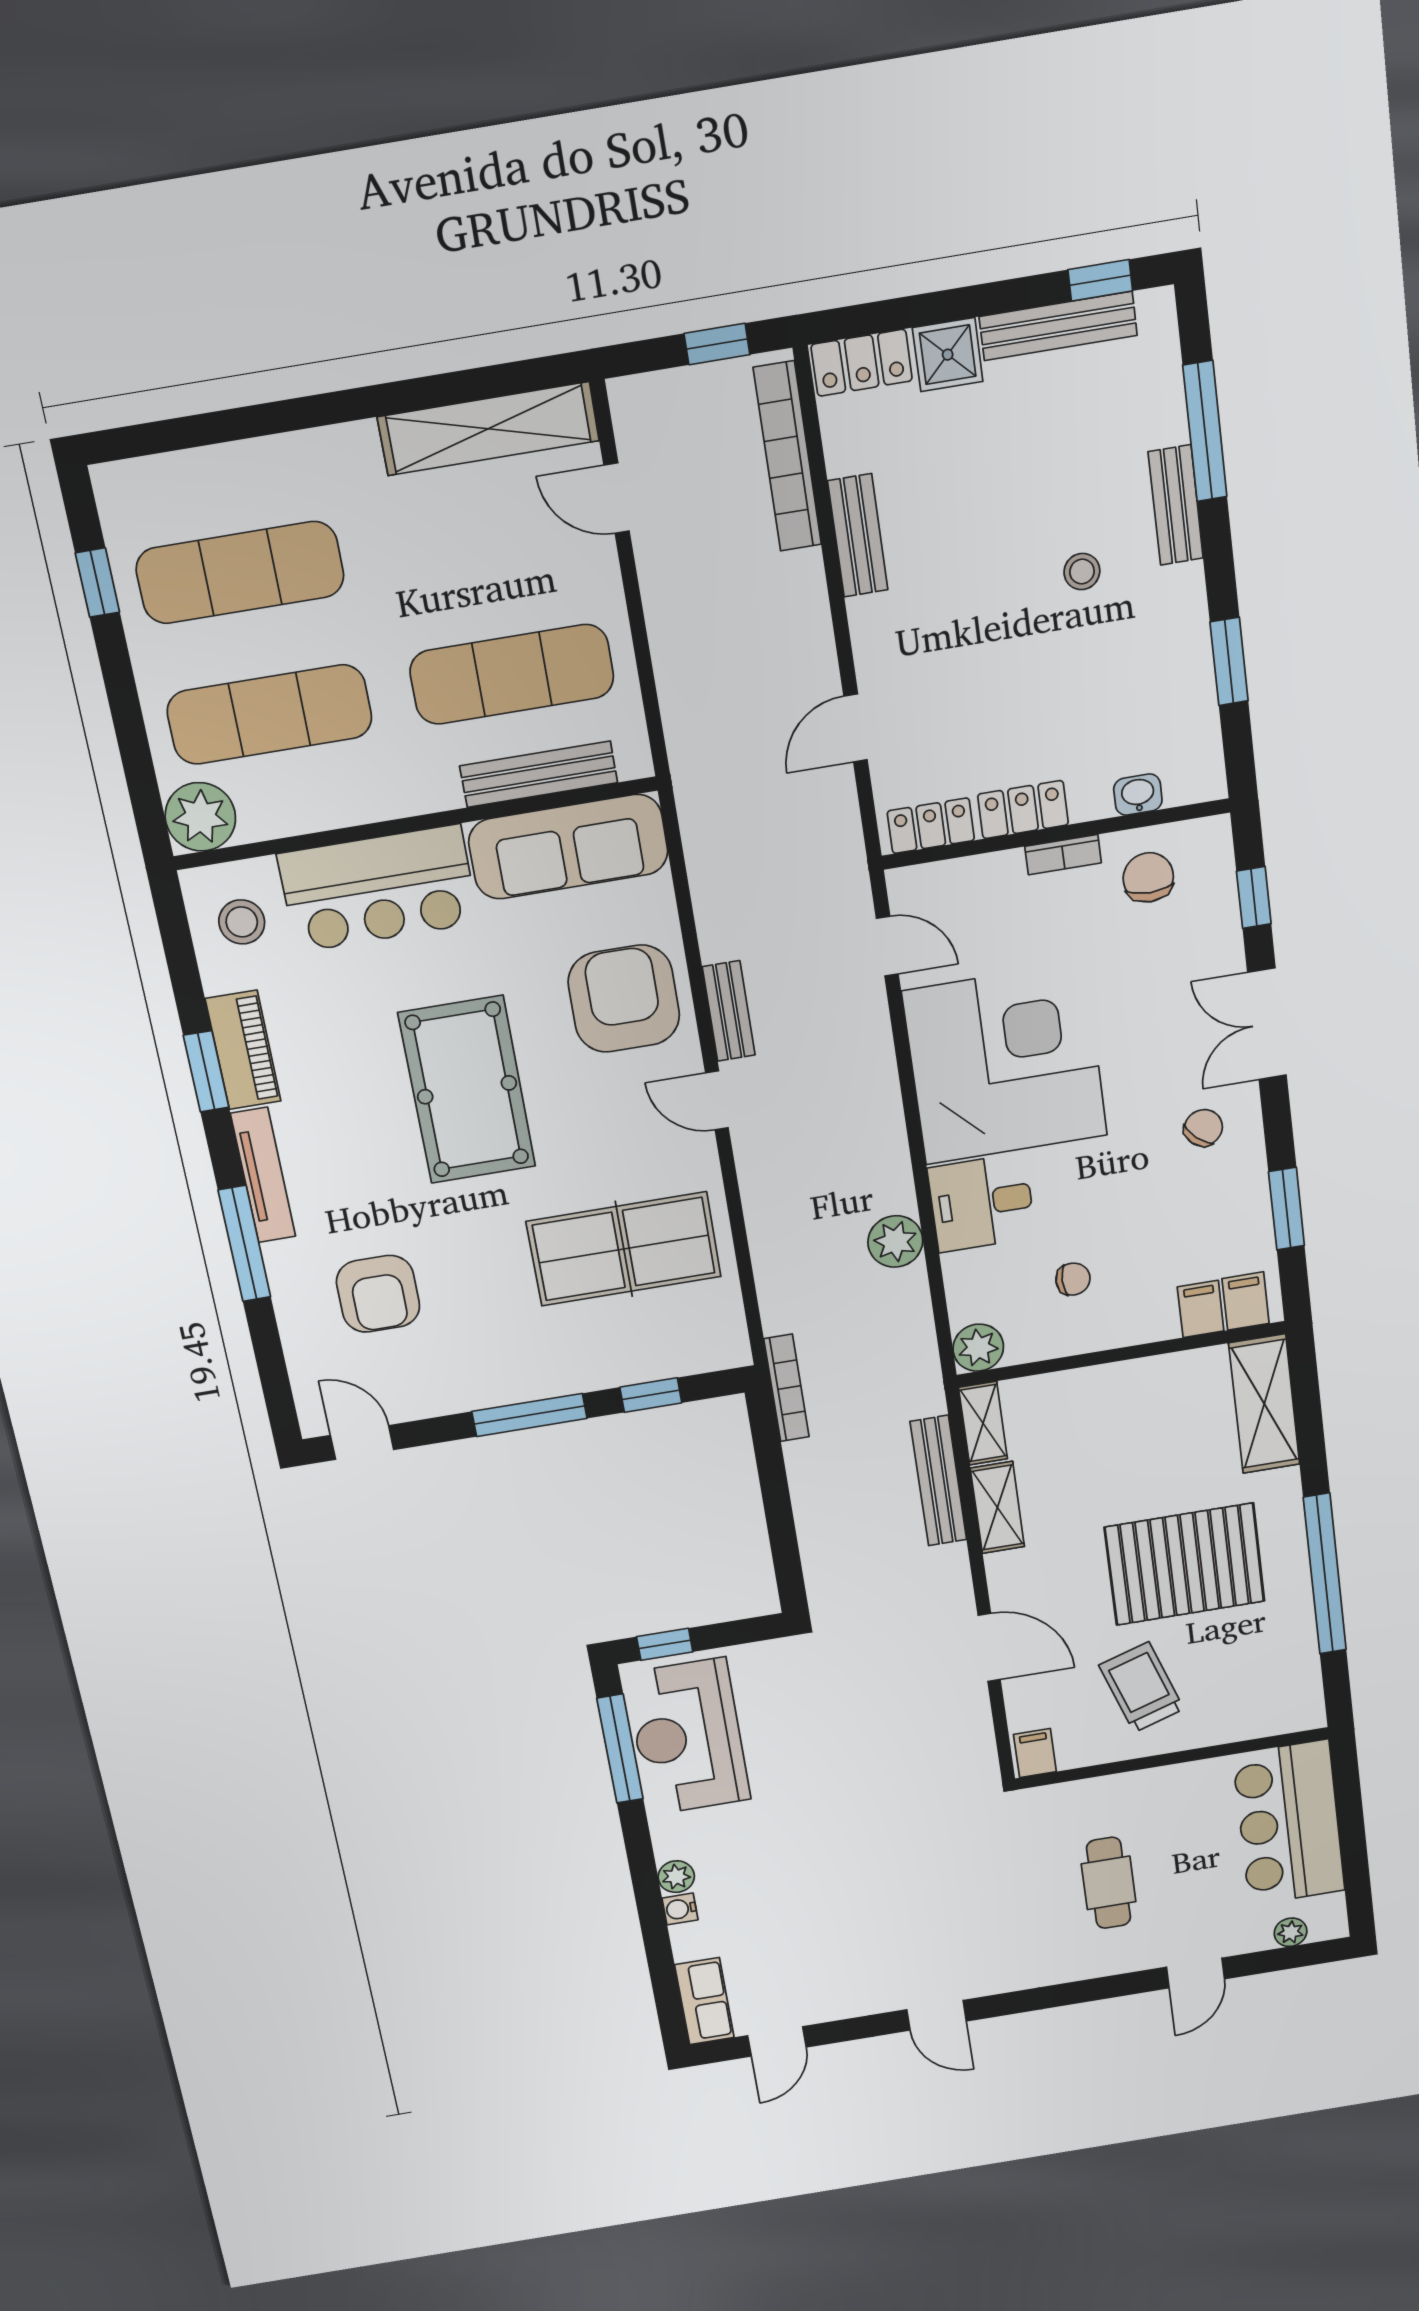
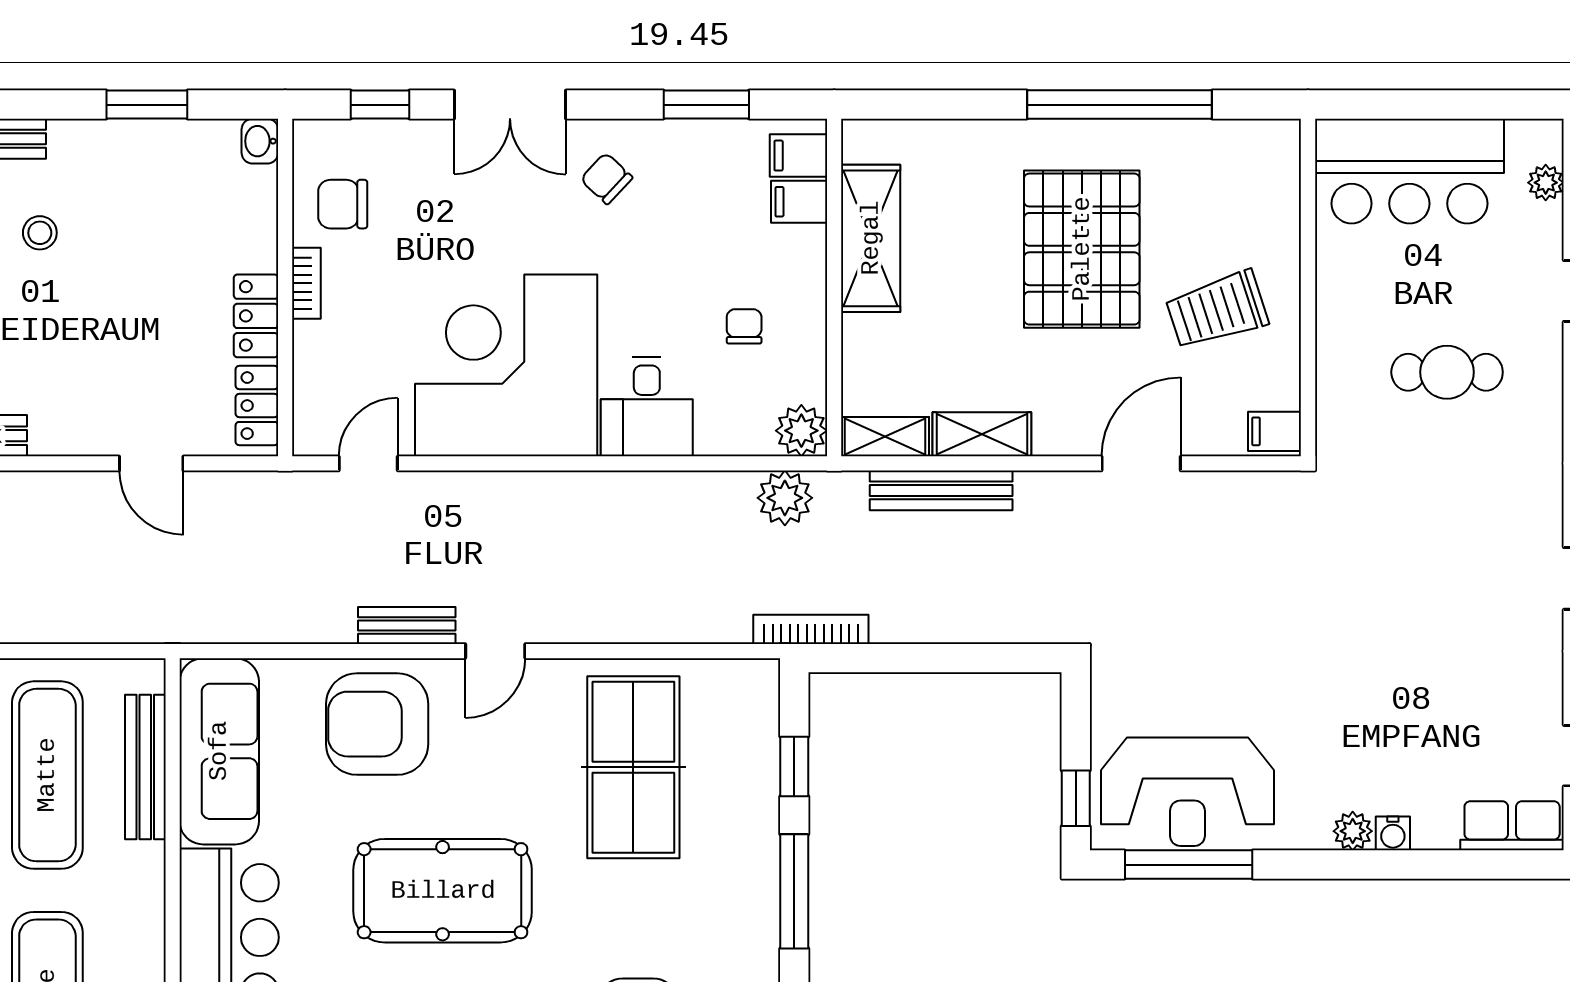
washbasin: (1138, 795) -> (260, 141), moved
plant: (895, 1241) -> (785, 498), moved
shelving: (1264, 1404) -> (871, 238), moved, turned 90

